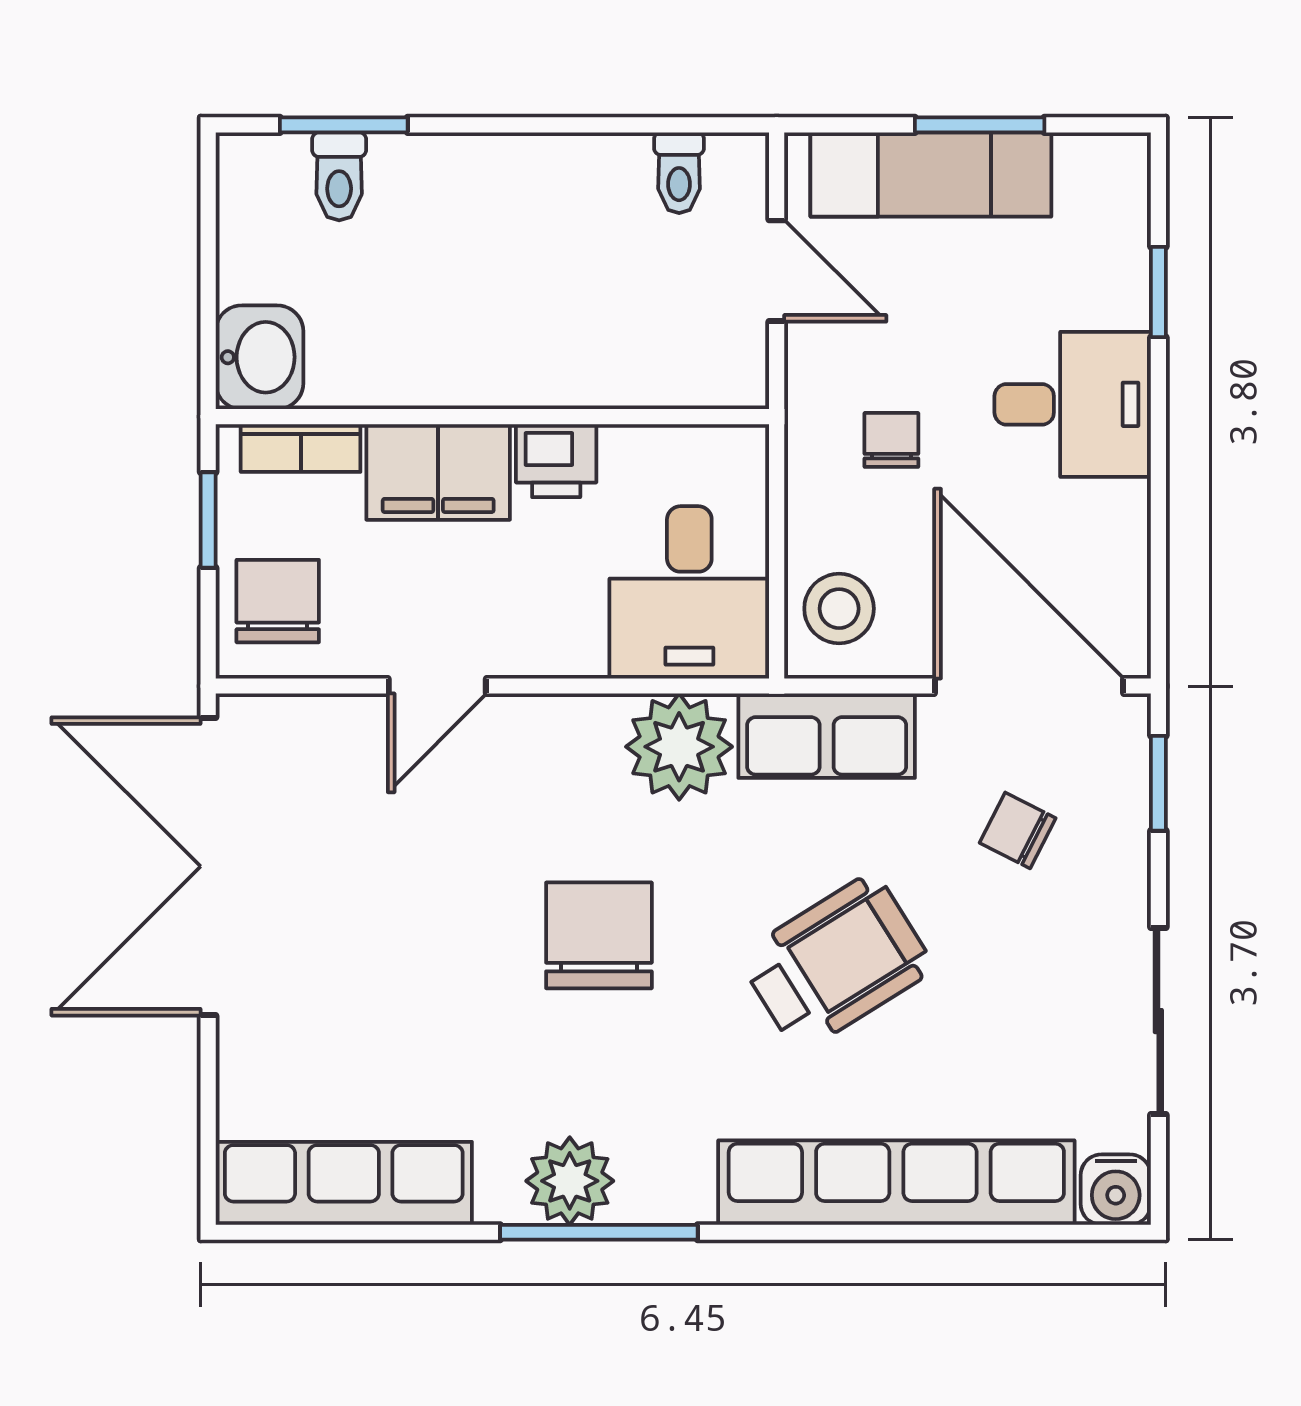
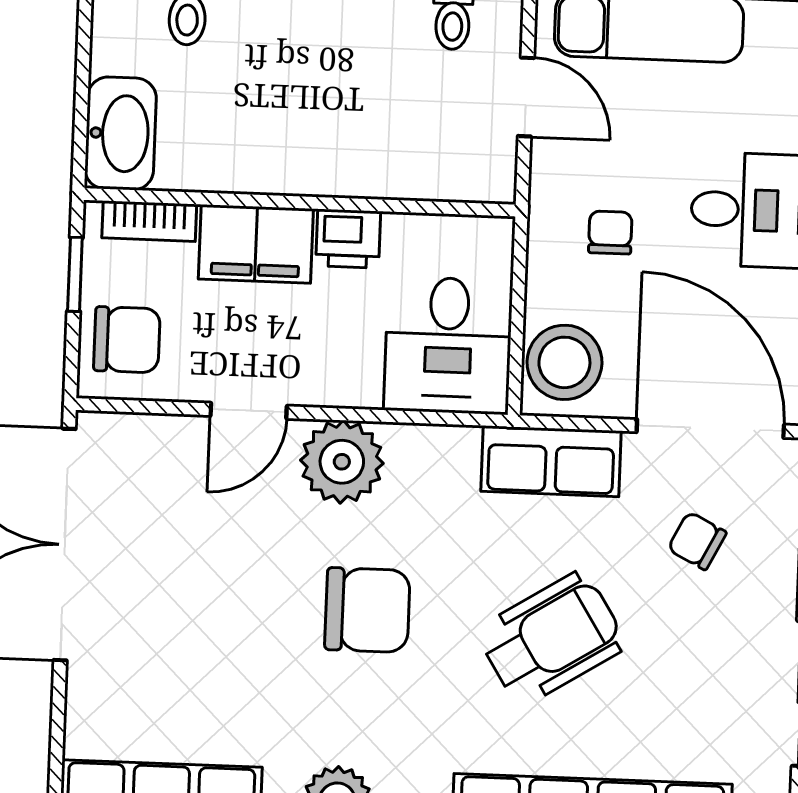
washbasin: (259, 357) -> (121, 133), width x1.38
chair: (278, 601) -> (127, 340), turned 90
stool: (839, 609) -> (564, 362), width x1.38, depth x1.38
plant: (679, 747) -> (342, 462), moved
chair: (599, 935) -> (367, 610), turned 90

